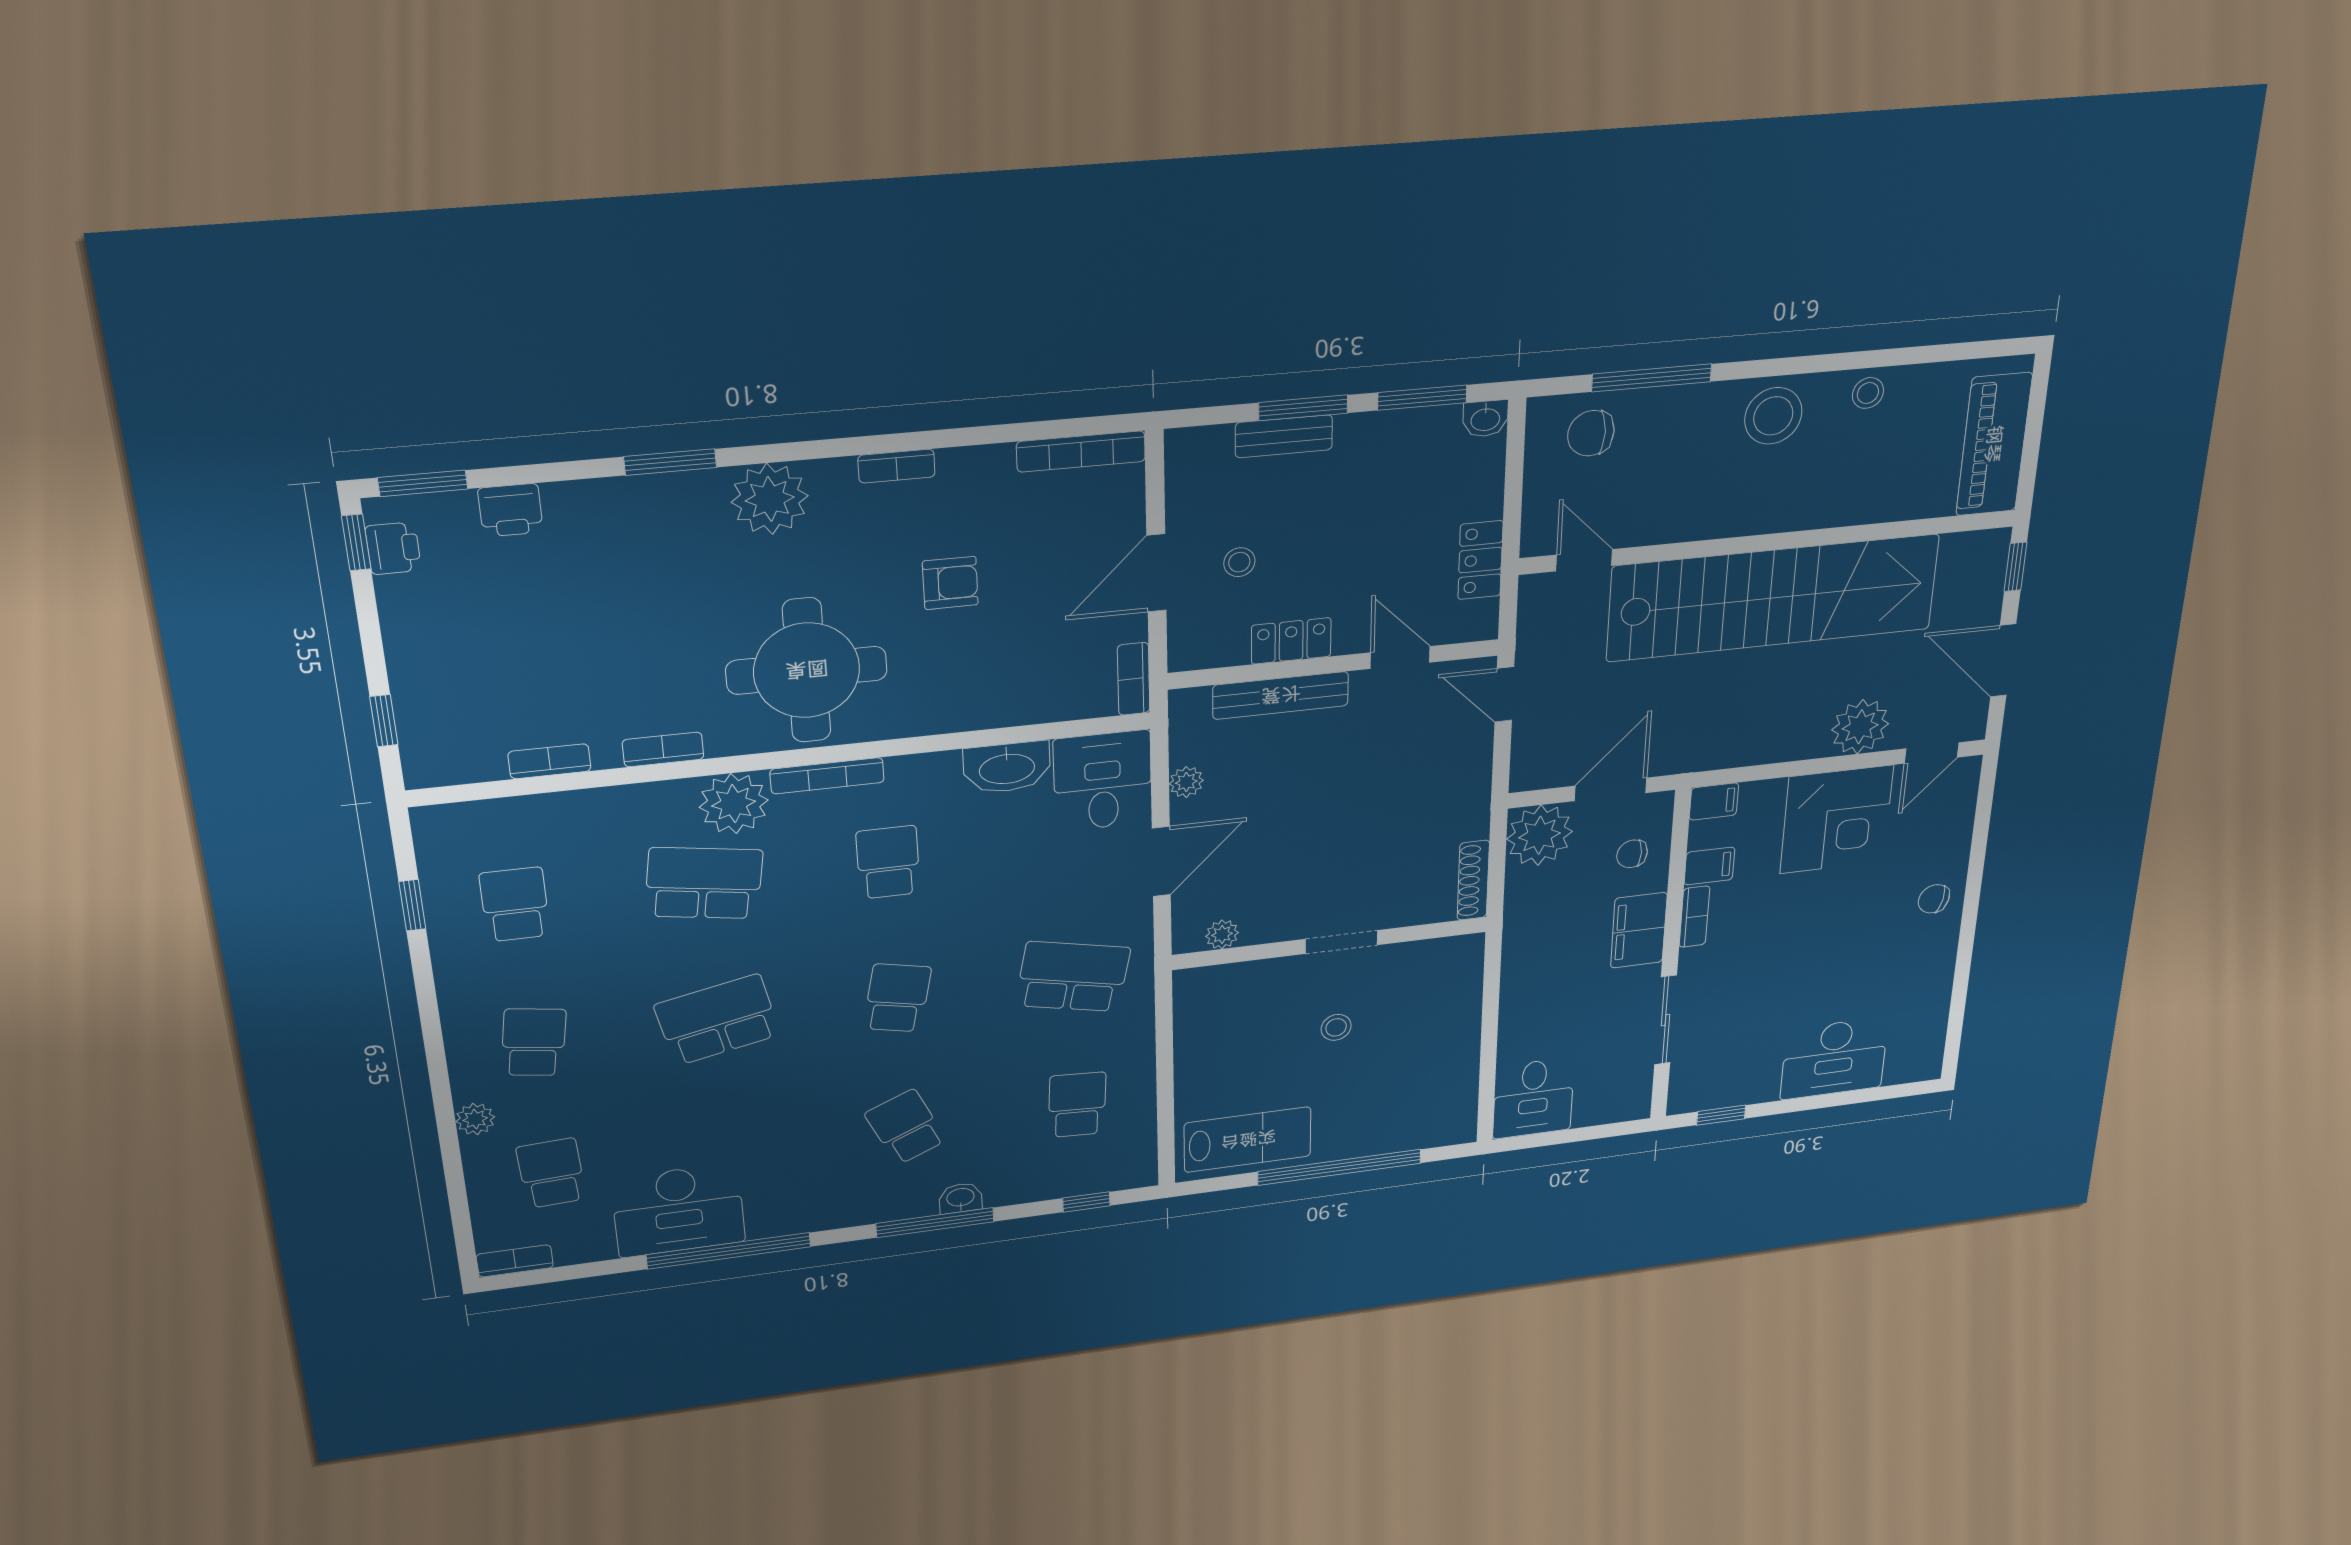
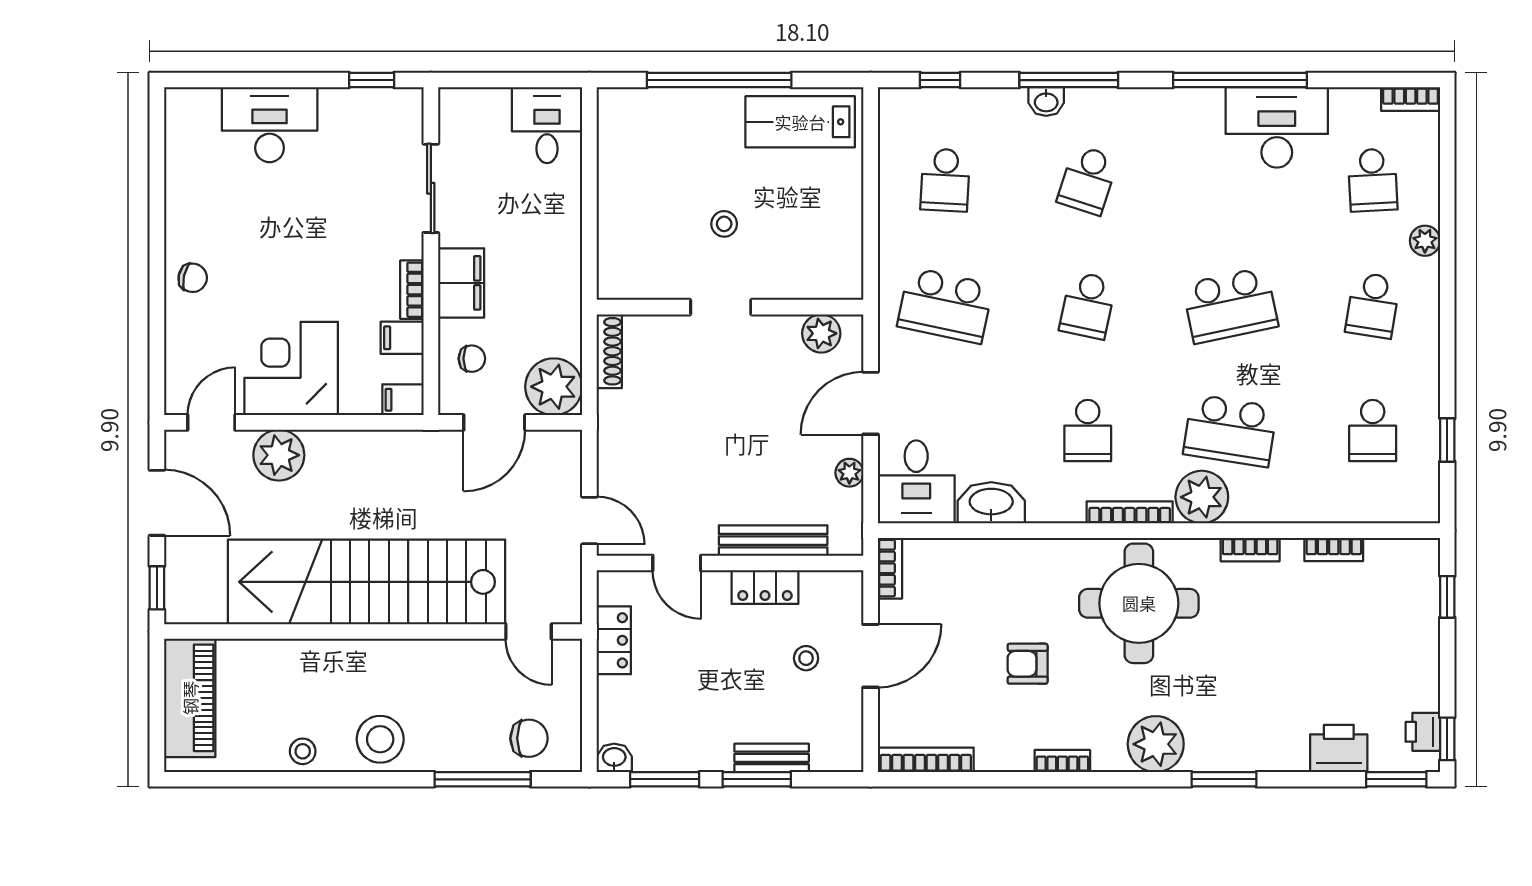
printer: (510, 510) -> (1339, 748), width x1.36, depth x1.24
plant: (1222, 934) -> (821, 333), width x1.38, depth x1.38
school desk: (906, 1127) -> (1088, 180), turned 42

